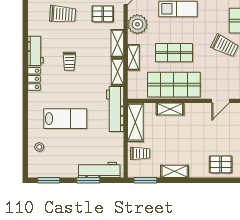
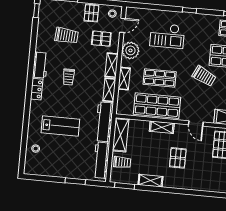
door: (220, 101) -> (196, 123), hinge flipped
shelving: (170, 109) -> (162, 127), moved
pallet: (221, 164) -> (178, 158), moved, turned 90
workbench: (99, 170) -> (101, 160), moved, turned -90
window: (49, 180) -> (41, 178), removed

